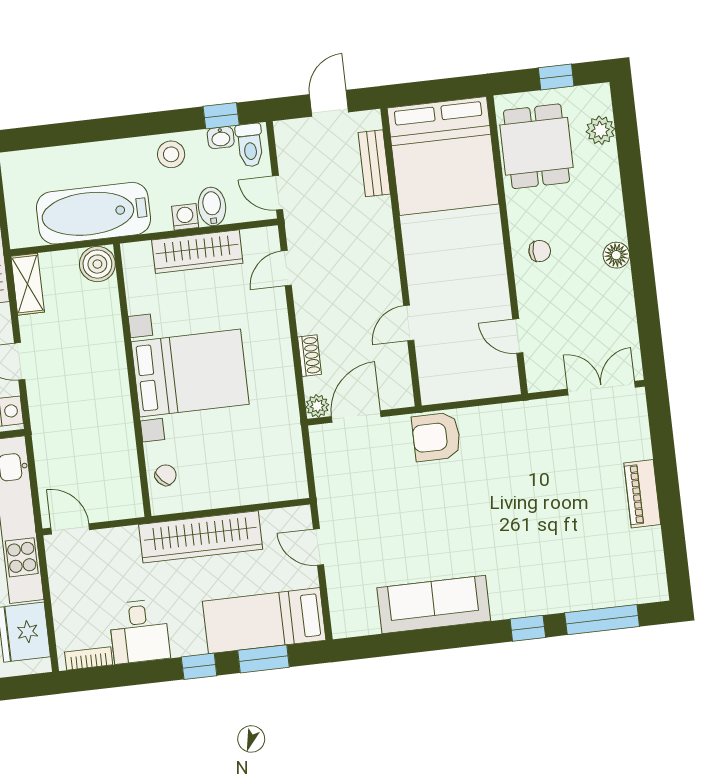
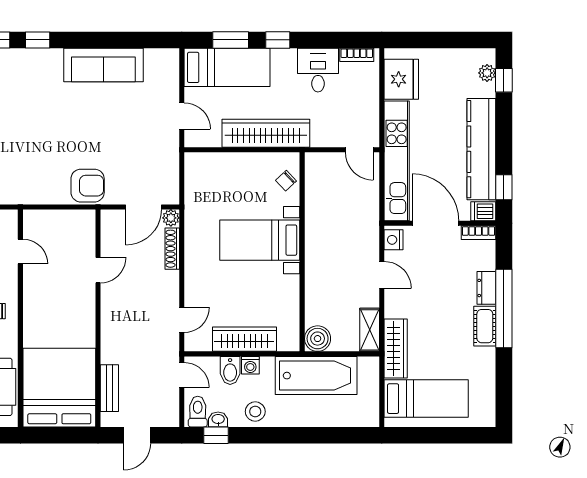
shoe rack: (310, 356) -> (172, 249), width x1.43
bed with nightstands: (190, 373) -> (260, 240), width x0.73

